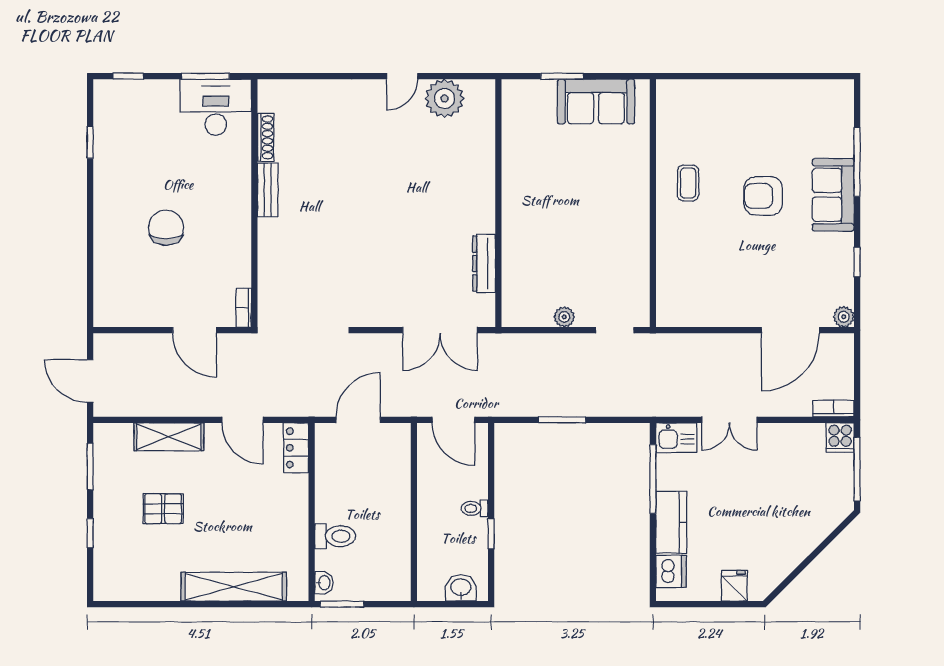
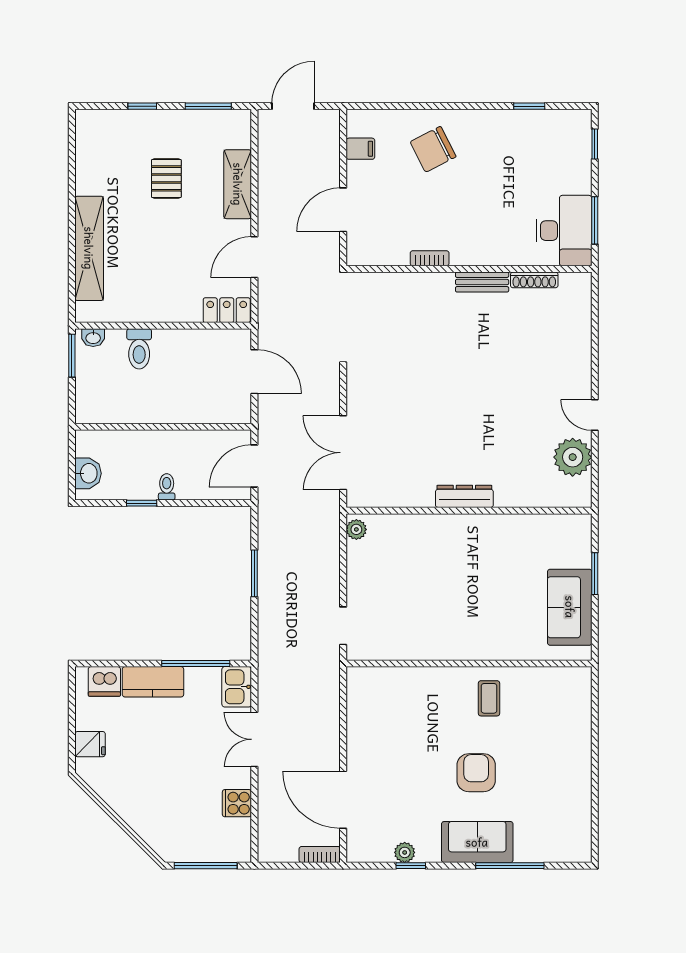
coffee table: (688, 183) -> (489, 698), turned 90
chair: (166, 228) -> (433, 149), moved, turned 153
dresser: (484, 264) -> (464, 496), moved
bookcase: (244, 308) -> (430, 258), moved
filing cabinet: (133, 313) -> (360, 149), added
plant: (564, 317) -> (356, 529), moved
plant: (844, 317) -> (405, 852), moved
bookcase: (833, 409) -> (320, 855), moved, turned -90
cooker: (840, 437) -> (237, 803), moved

